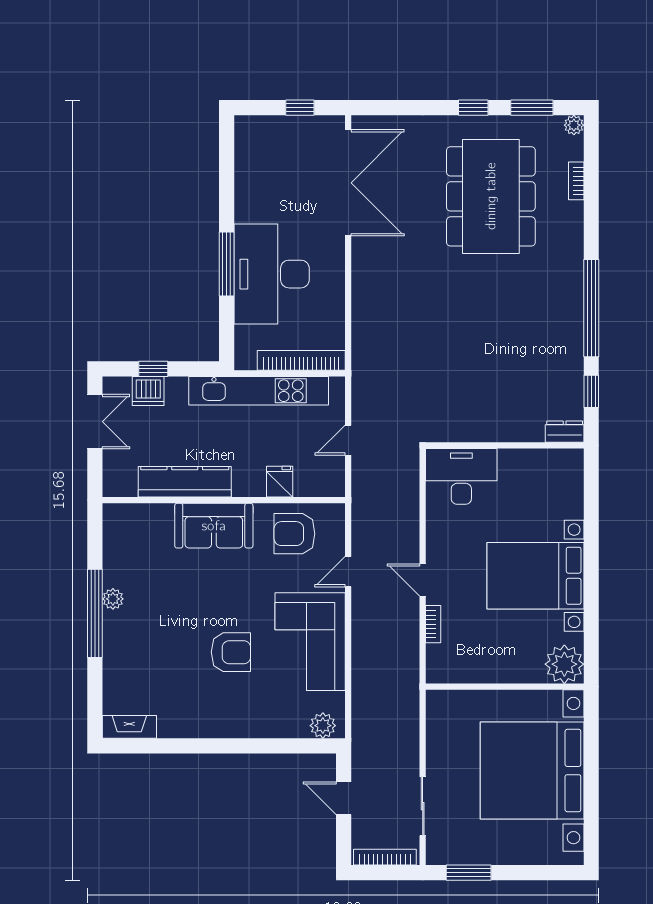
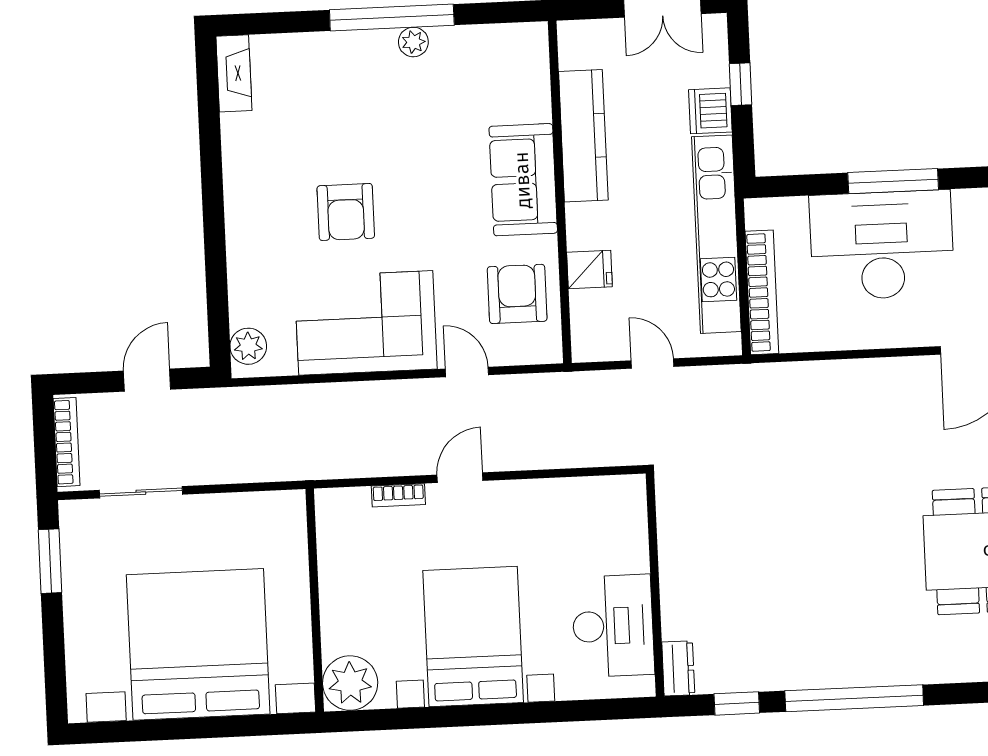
dishwasher: (148, 391) -> (710, 111), moved
desk: (461, 476) -> (613, 626), moved

